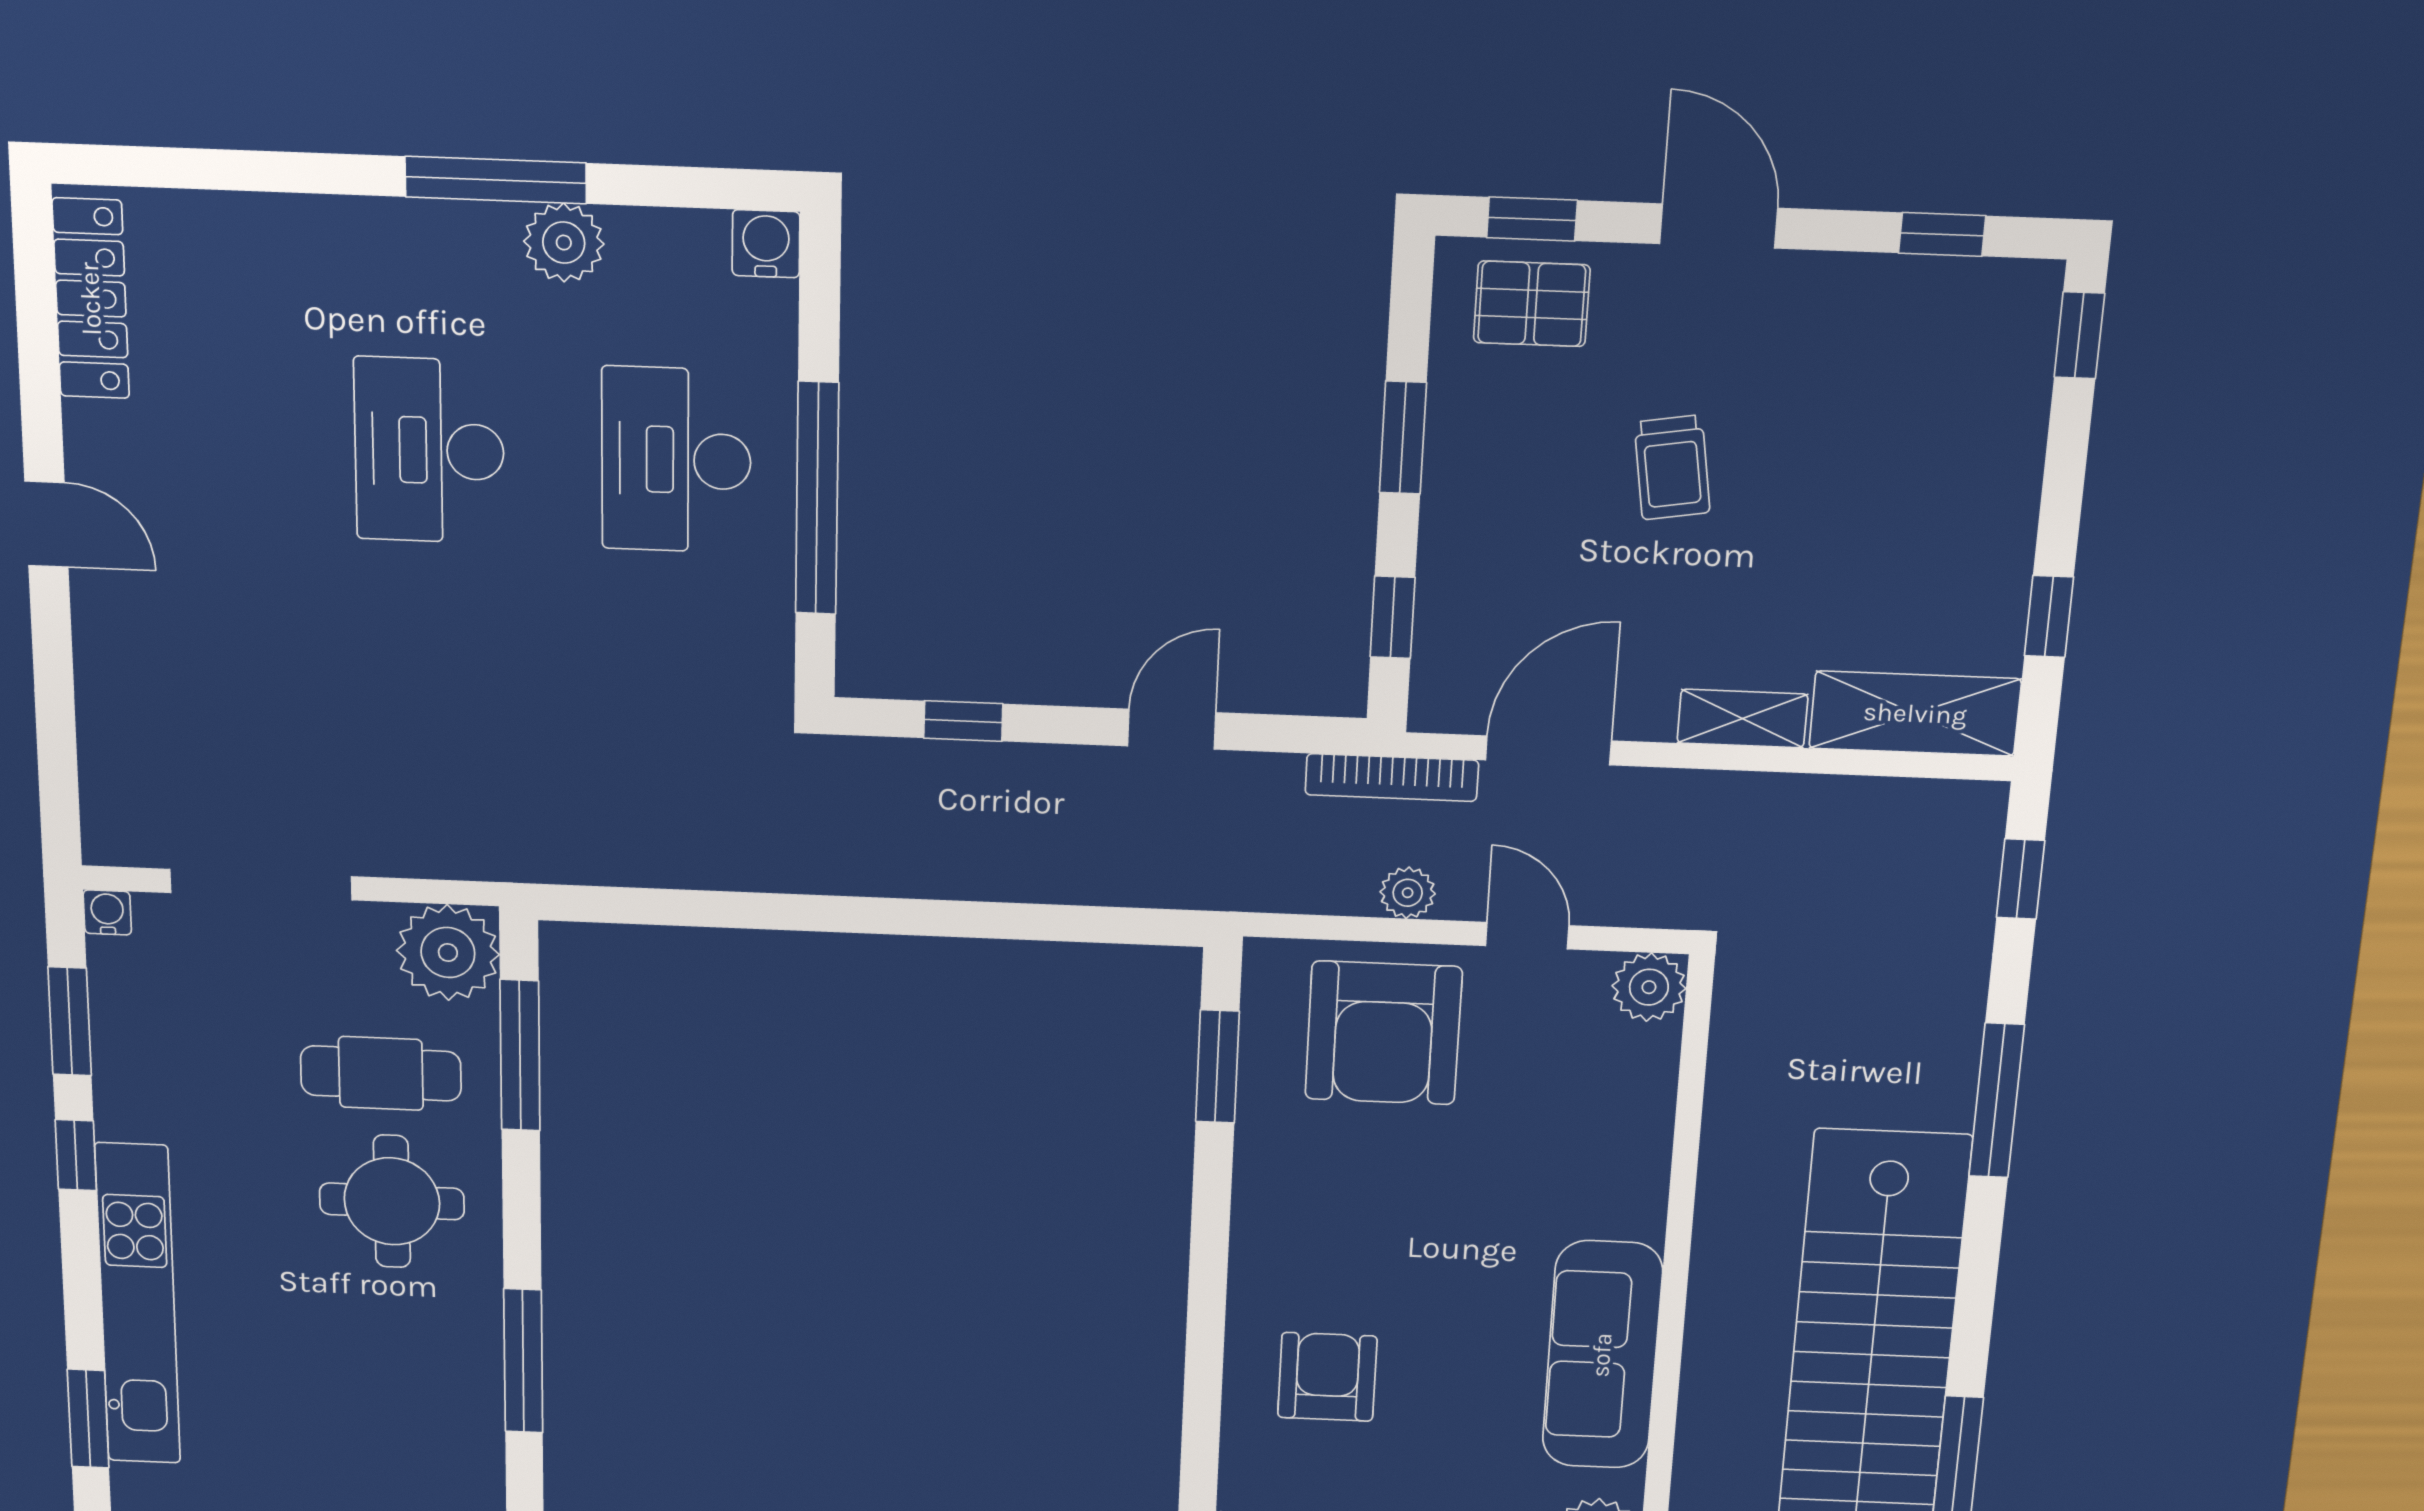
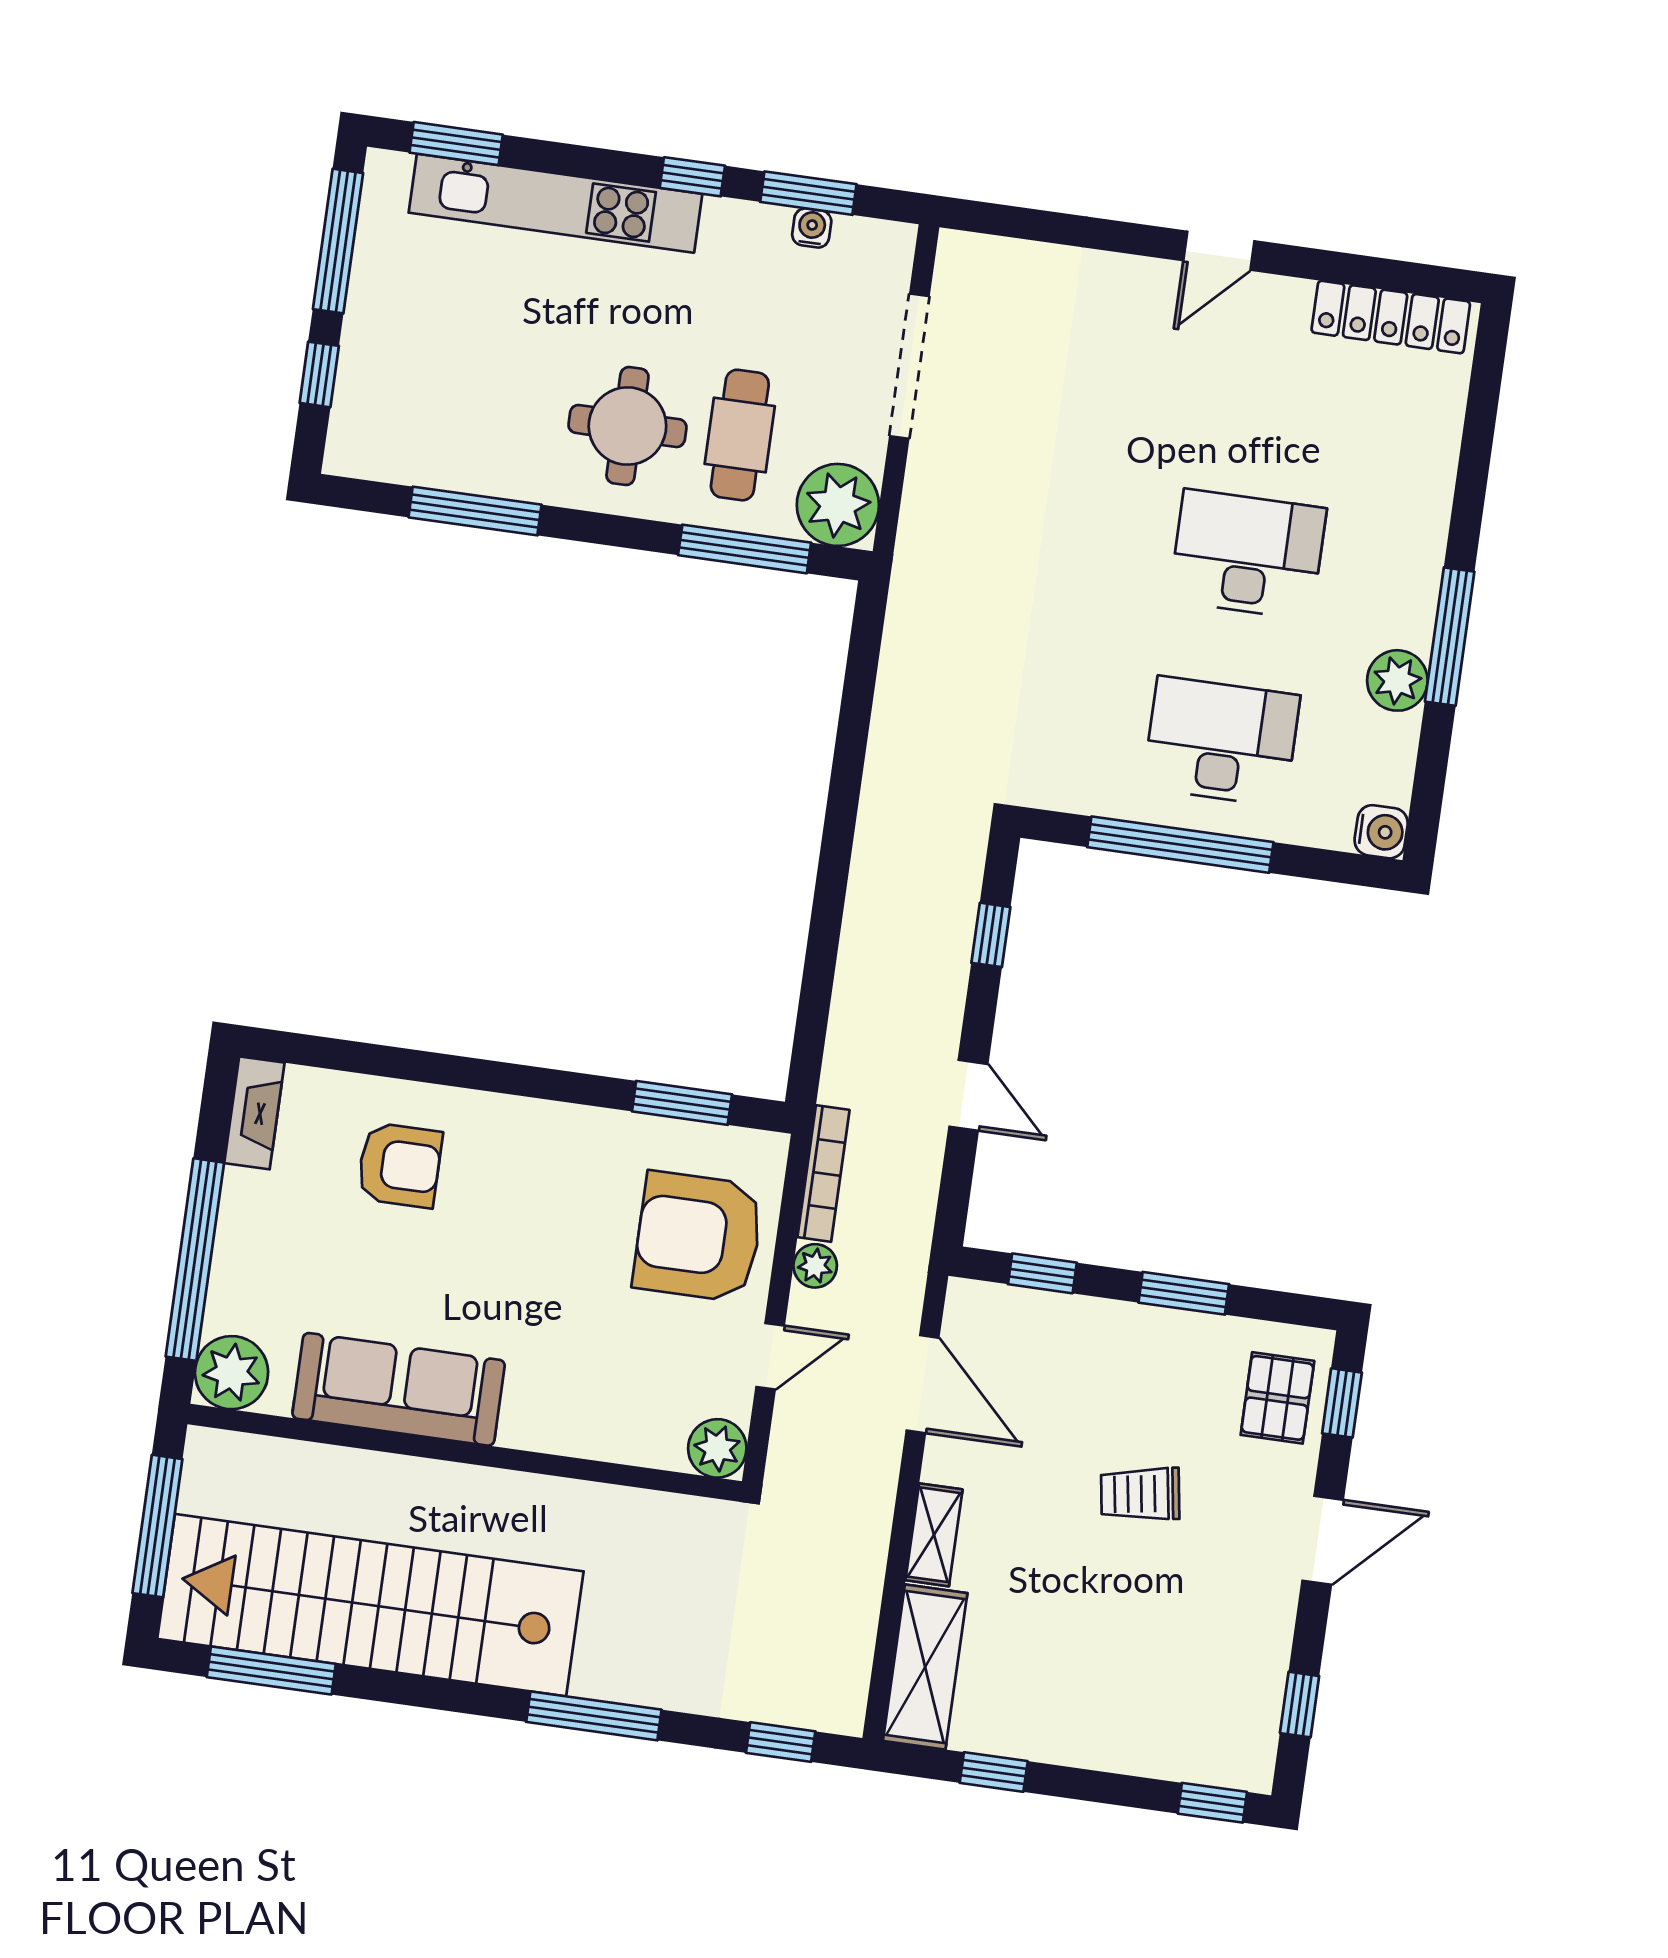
bookcase: (1392, 778) -> (823, 1174), moved, turned 180
water cooler: (107, 912) -> (812, 228), moved, turned -90

